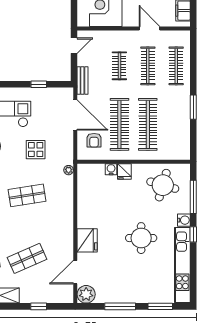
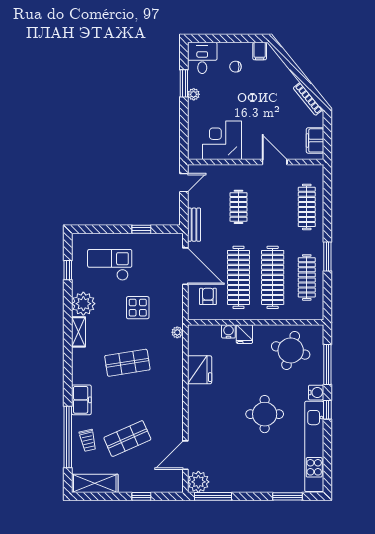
clothes rail: (148, 66) -> (307, 277), moved
armchair: (94, 140) -> (208, 296), turned 180
fridge: (87, 240) -> (200, 370), moved
window: (120, 306) -> (213, 496), moved

